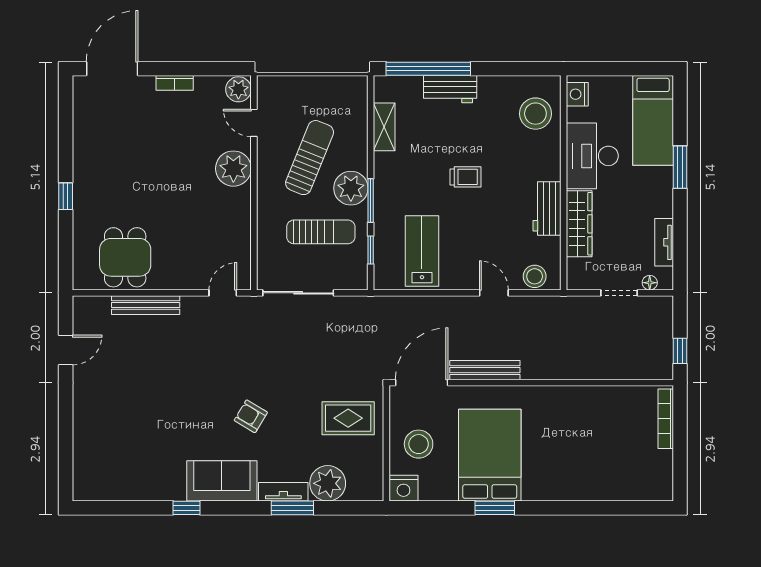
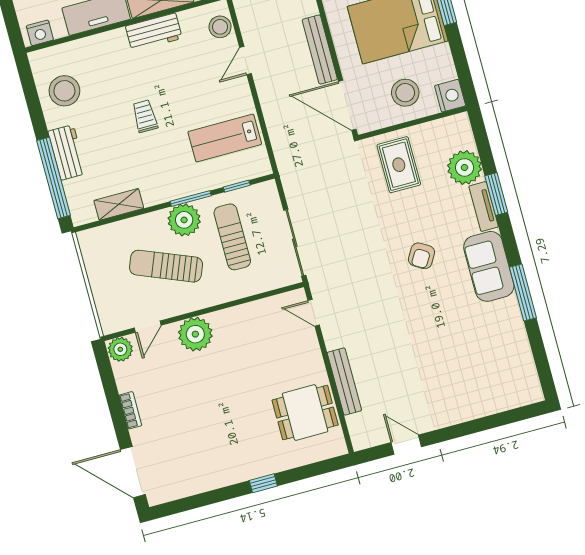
stool: (535, 114) -> (64, 91), moved
window: (187, 508) -> (523, 293), width x2.17

